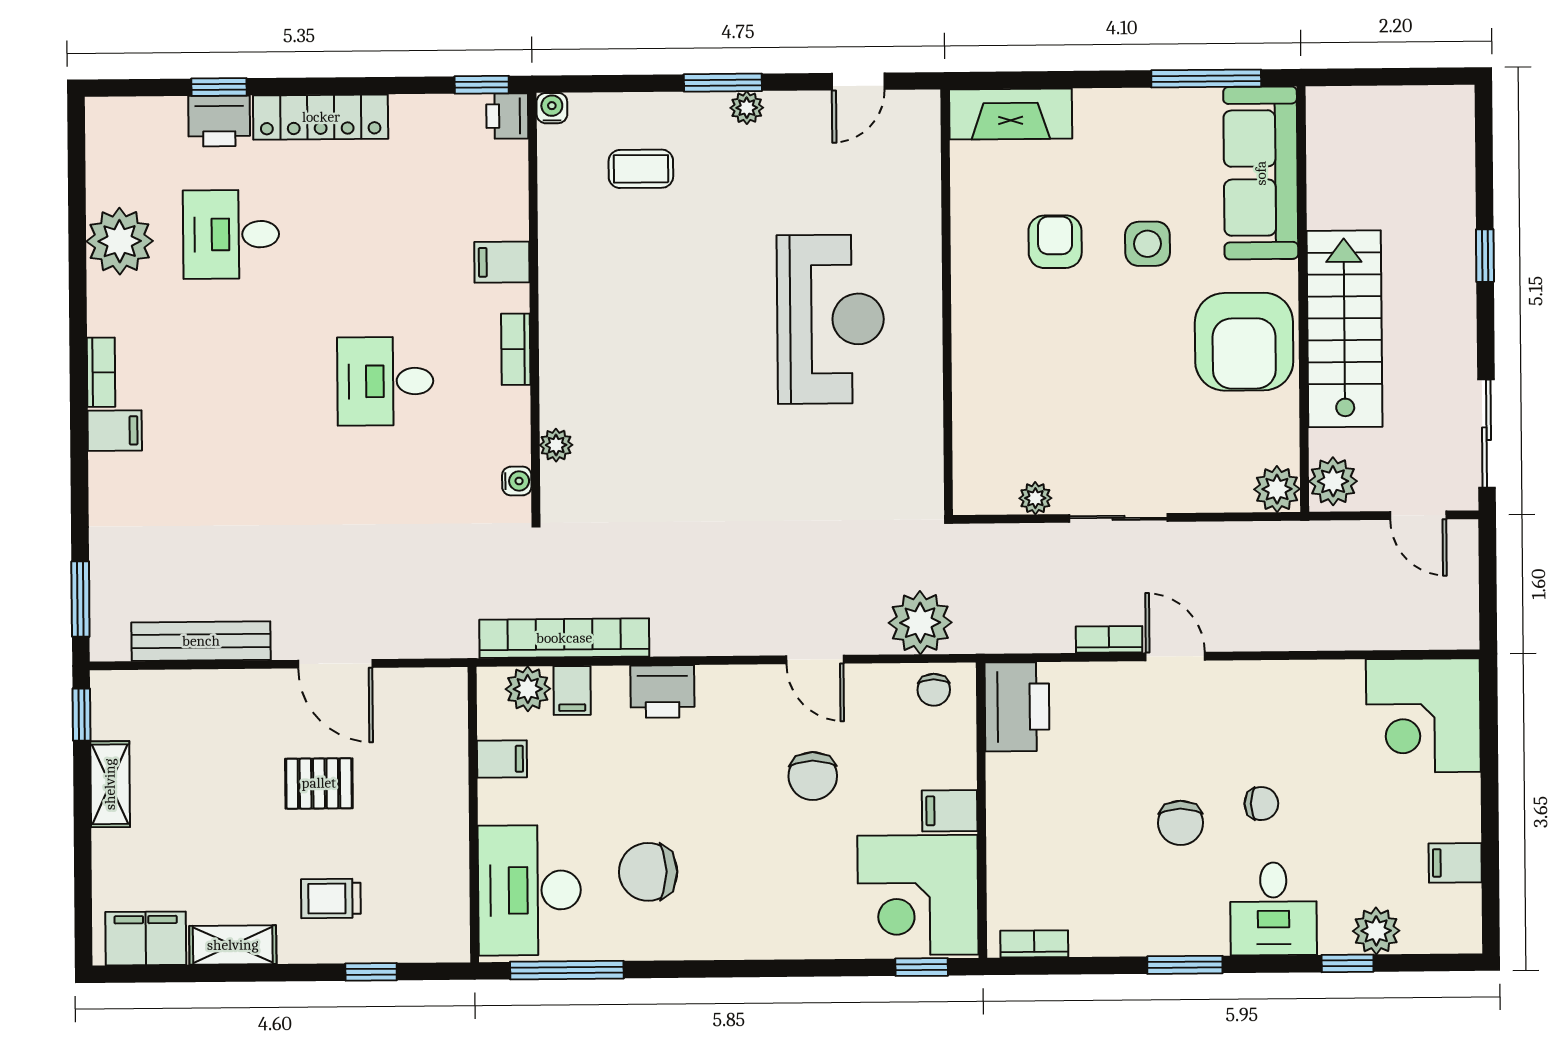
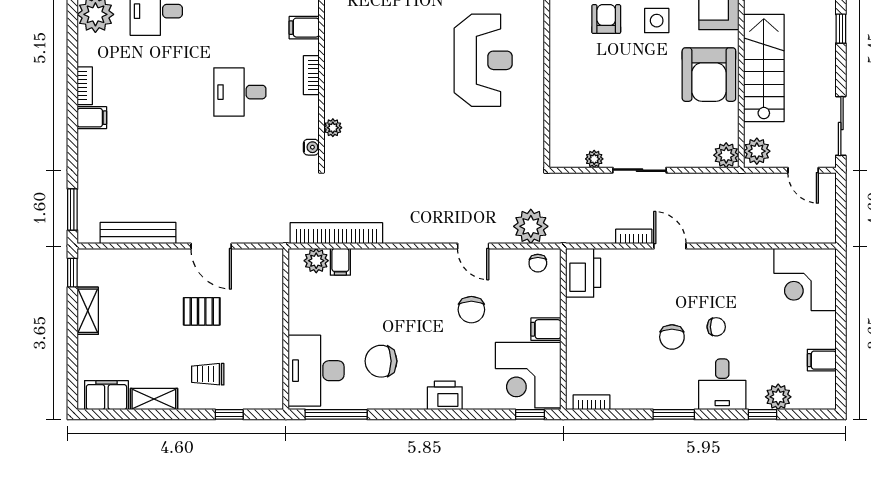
printer: (662, 692) -> (445, 395), moved, turned 180
filing cabinet: (502, 759) -> (302, 299), removed

